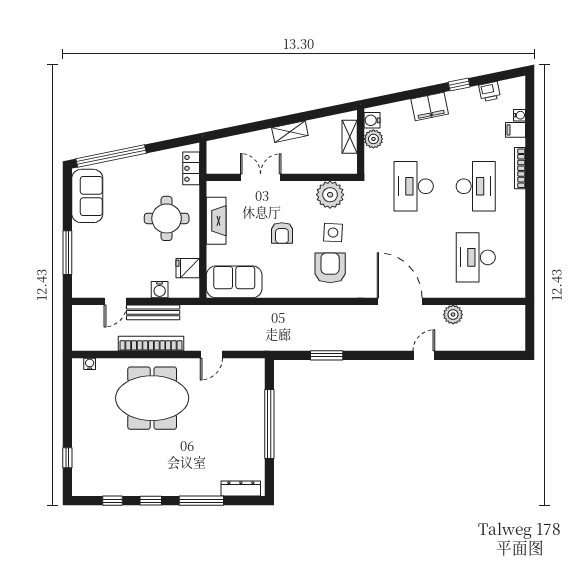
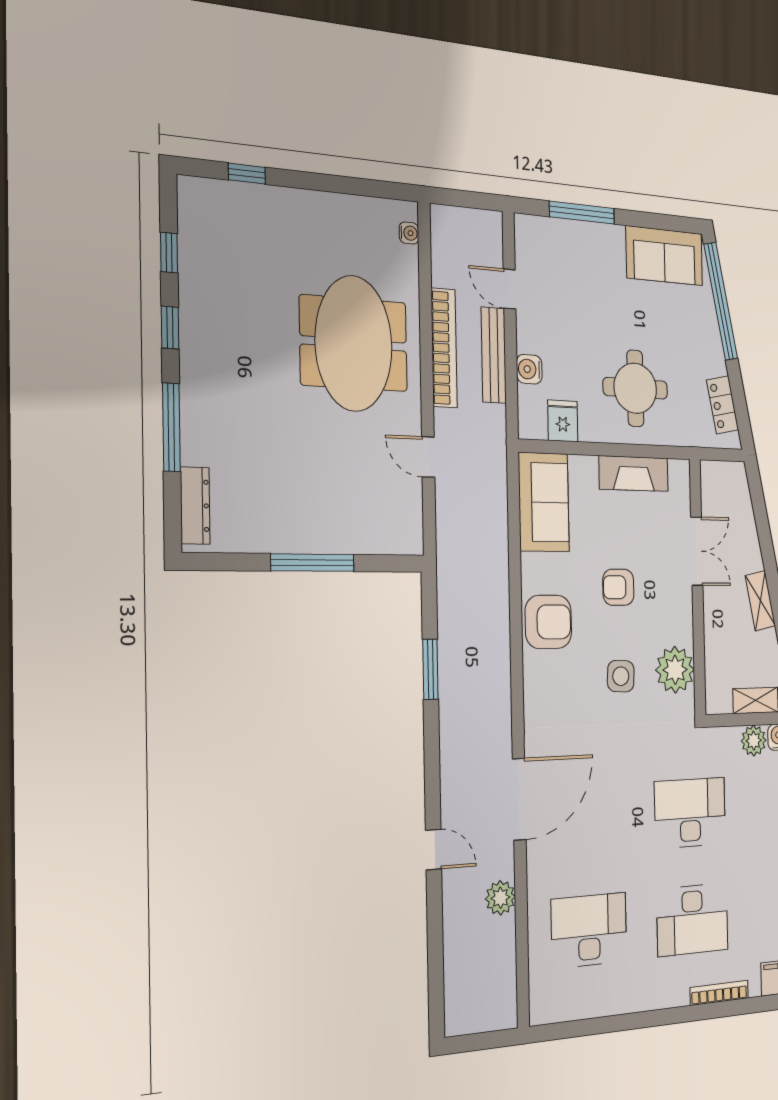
locker: (191, 168) -> (723, 405), moved, turned -102
armchair: (330, 268) -> (548, 622), moved
window: (269, 424) -> (313, 563), width x0.68

